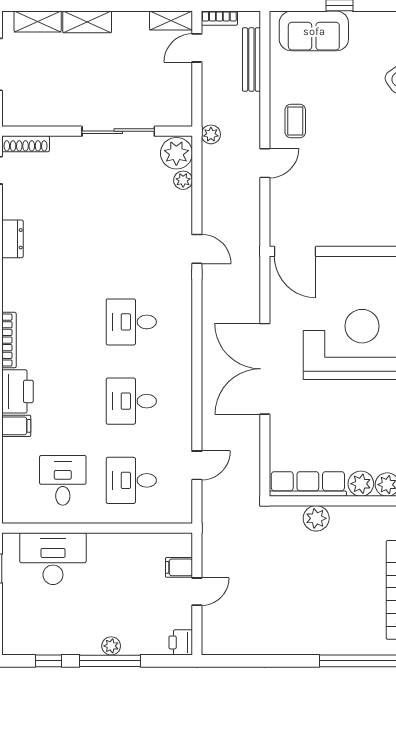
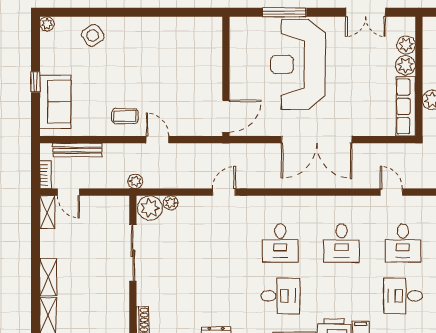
desk: (63, 322) -> (280, 296), added

